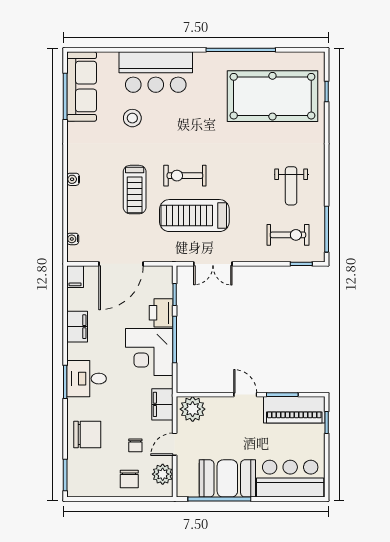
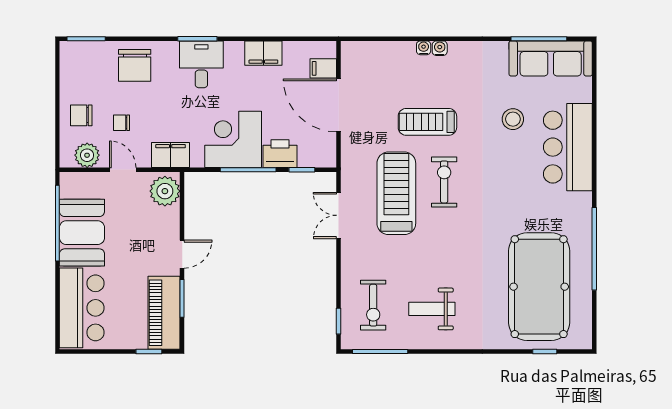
water cooler: (73, 239) -> (424, 48), moved
filing cabinet: (75, 277) -> (323, 68), moved

